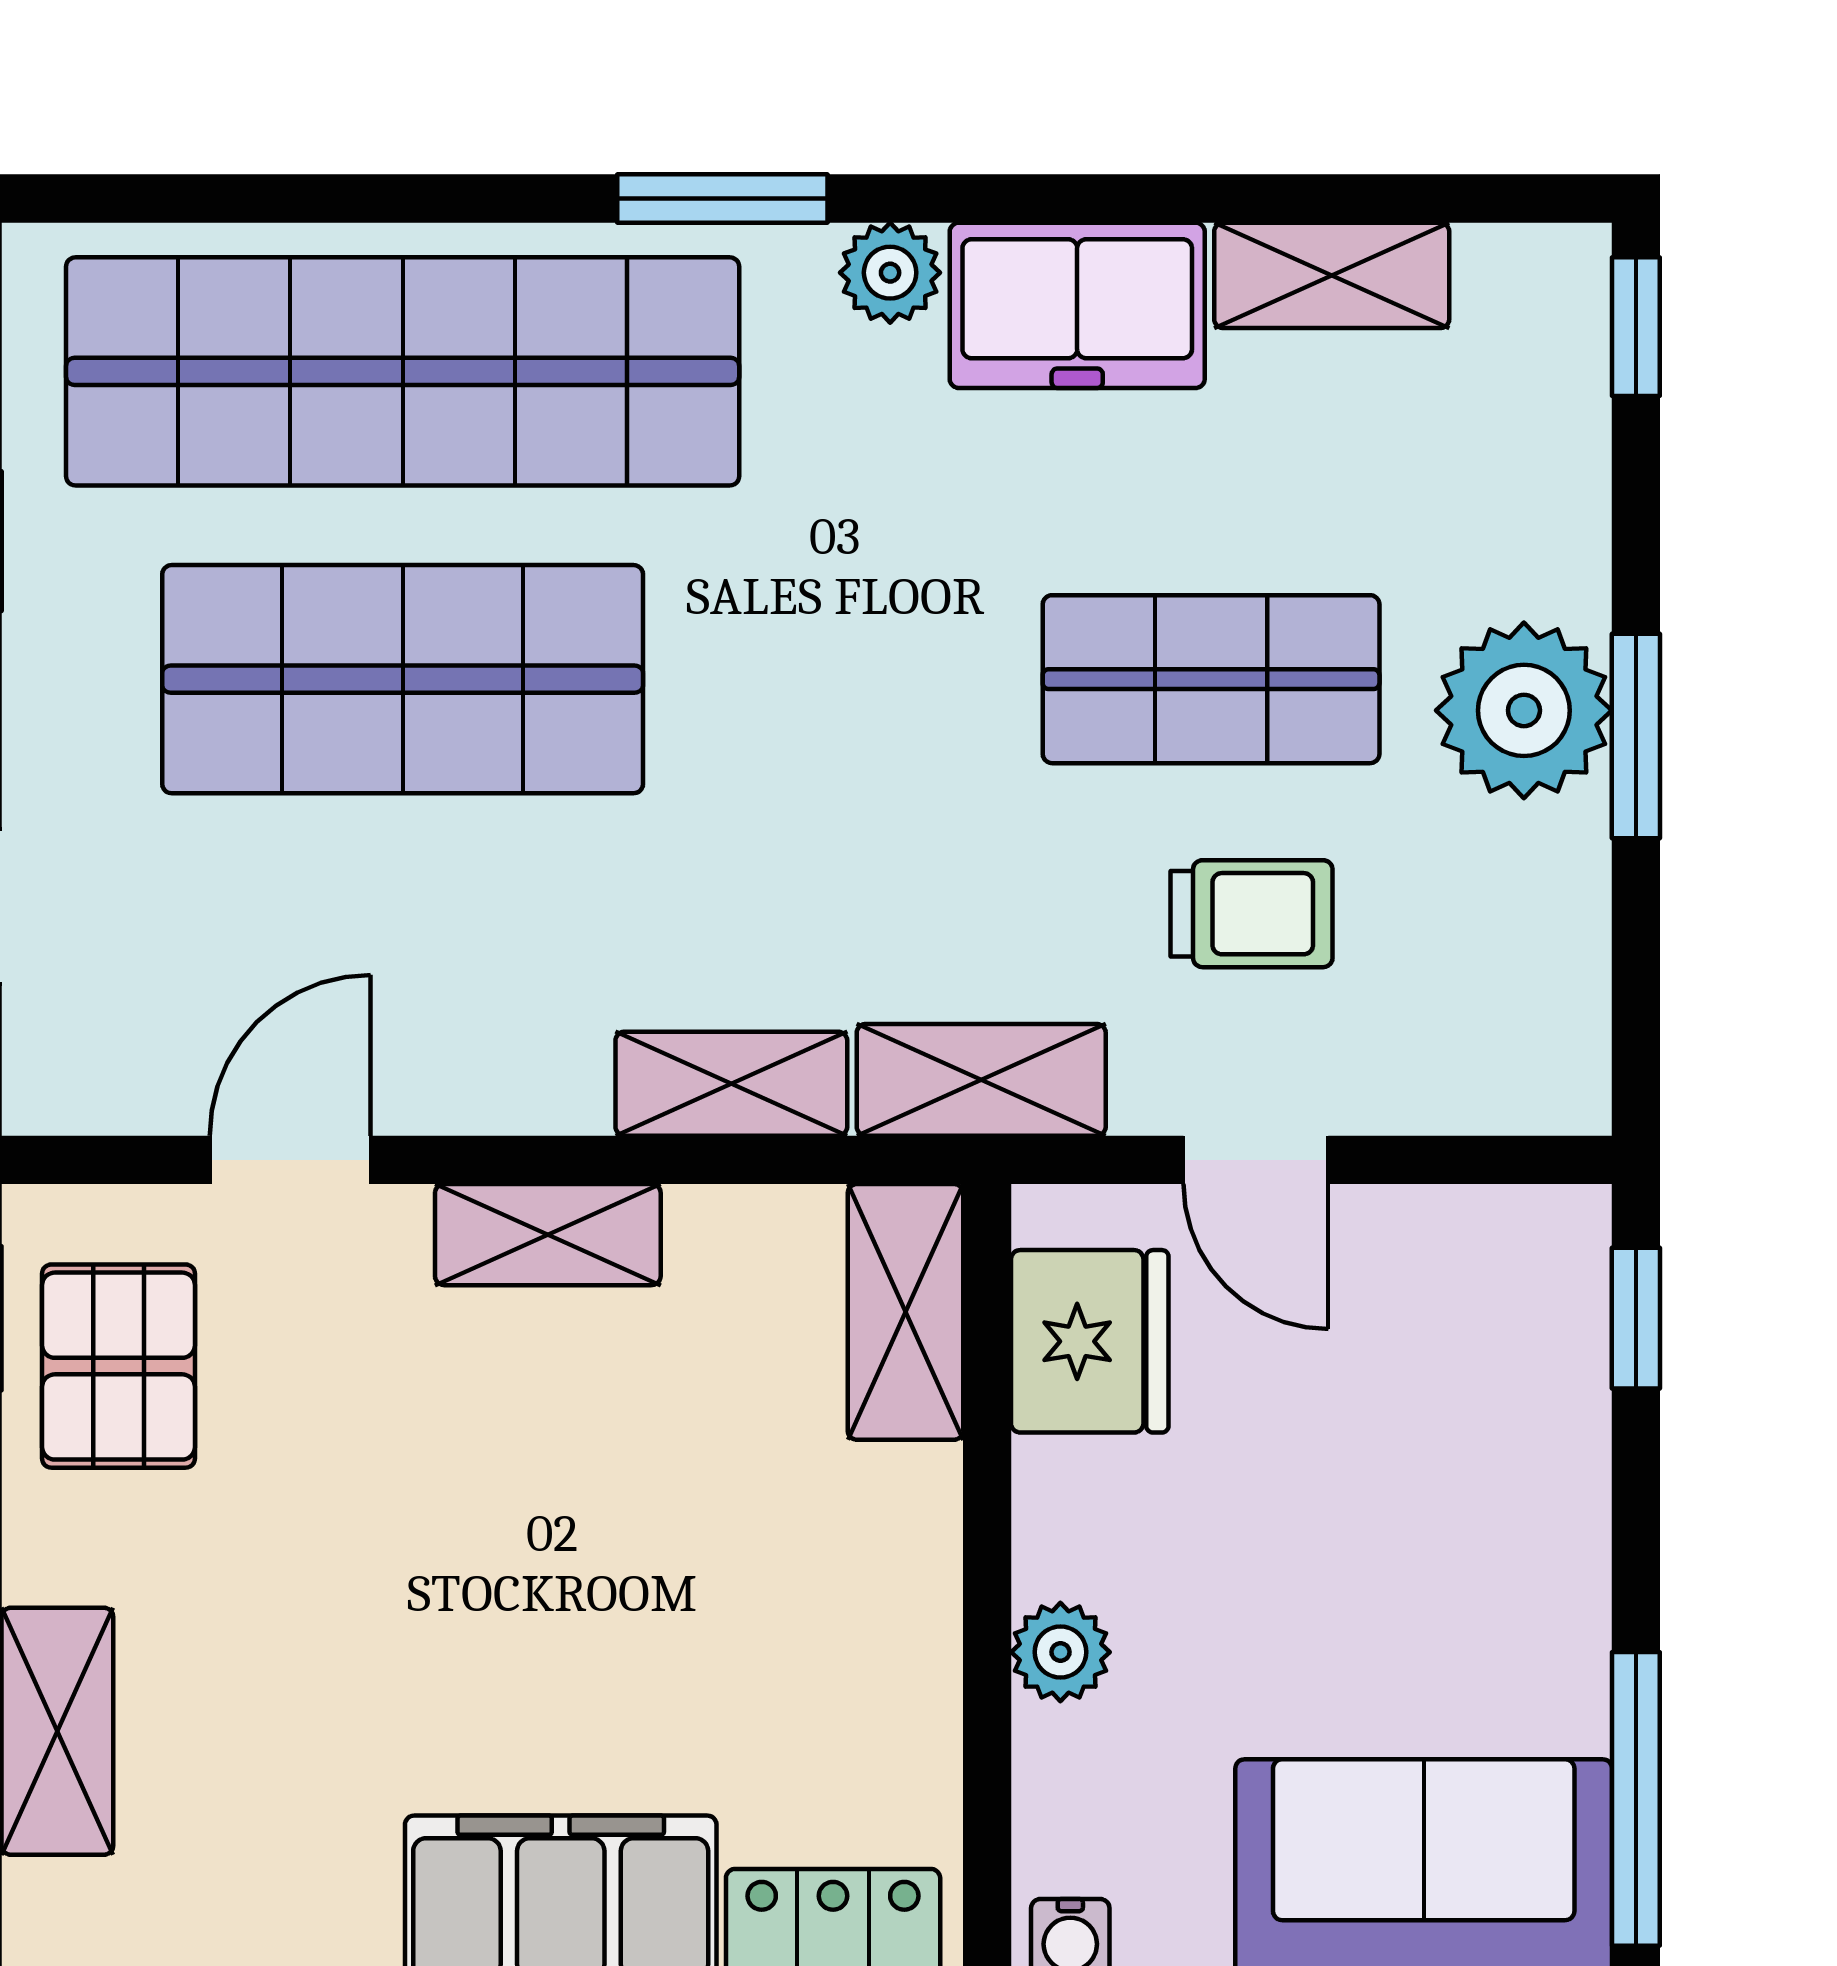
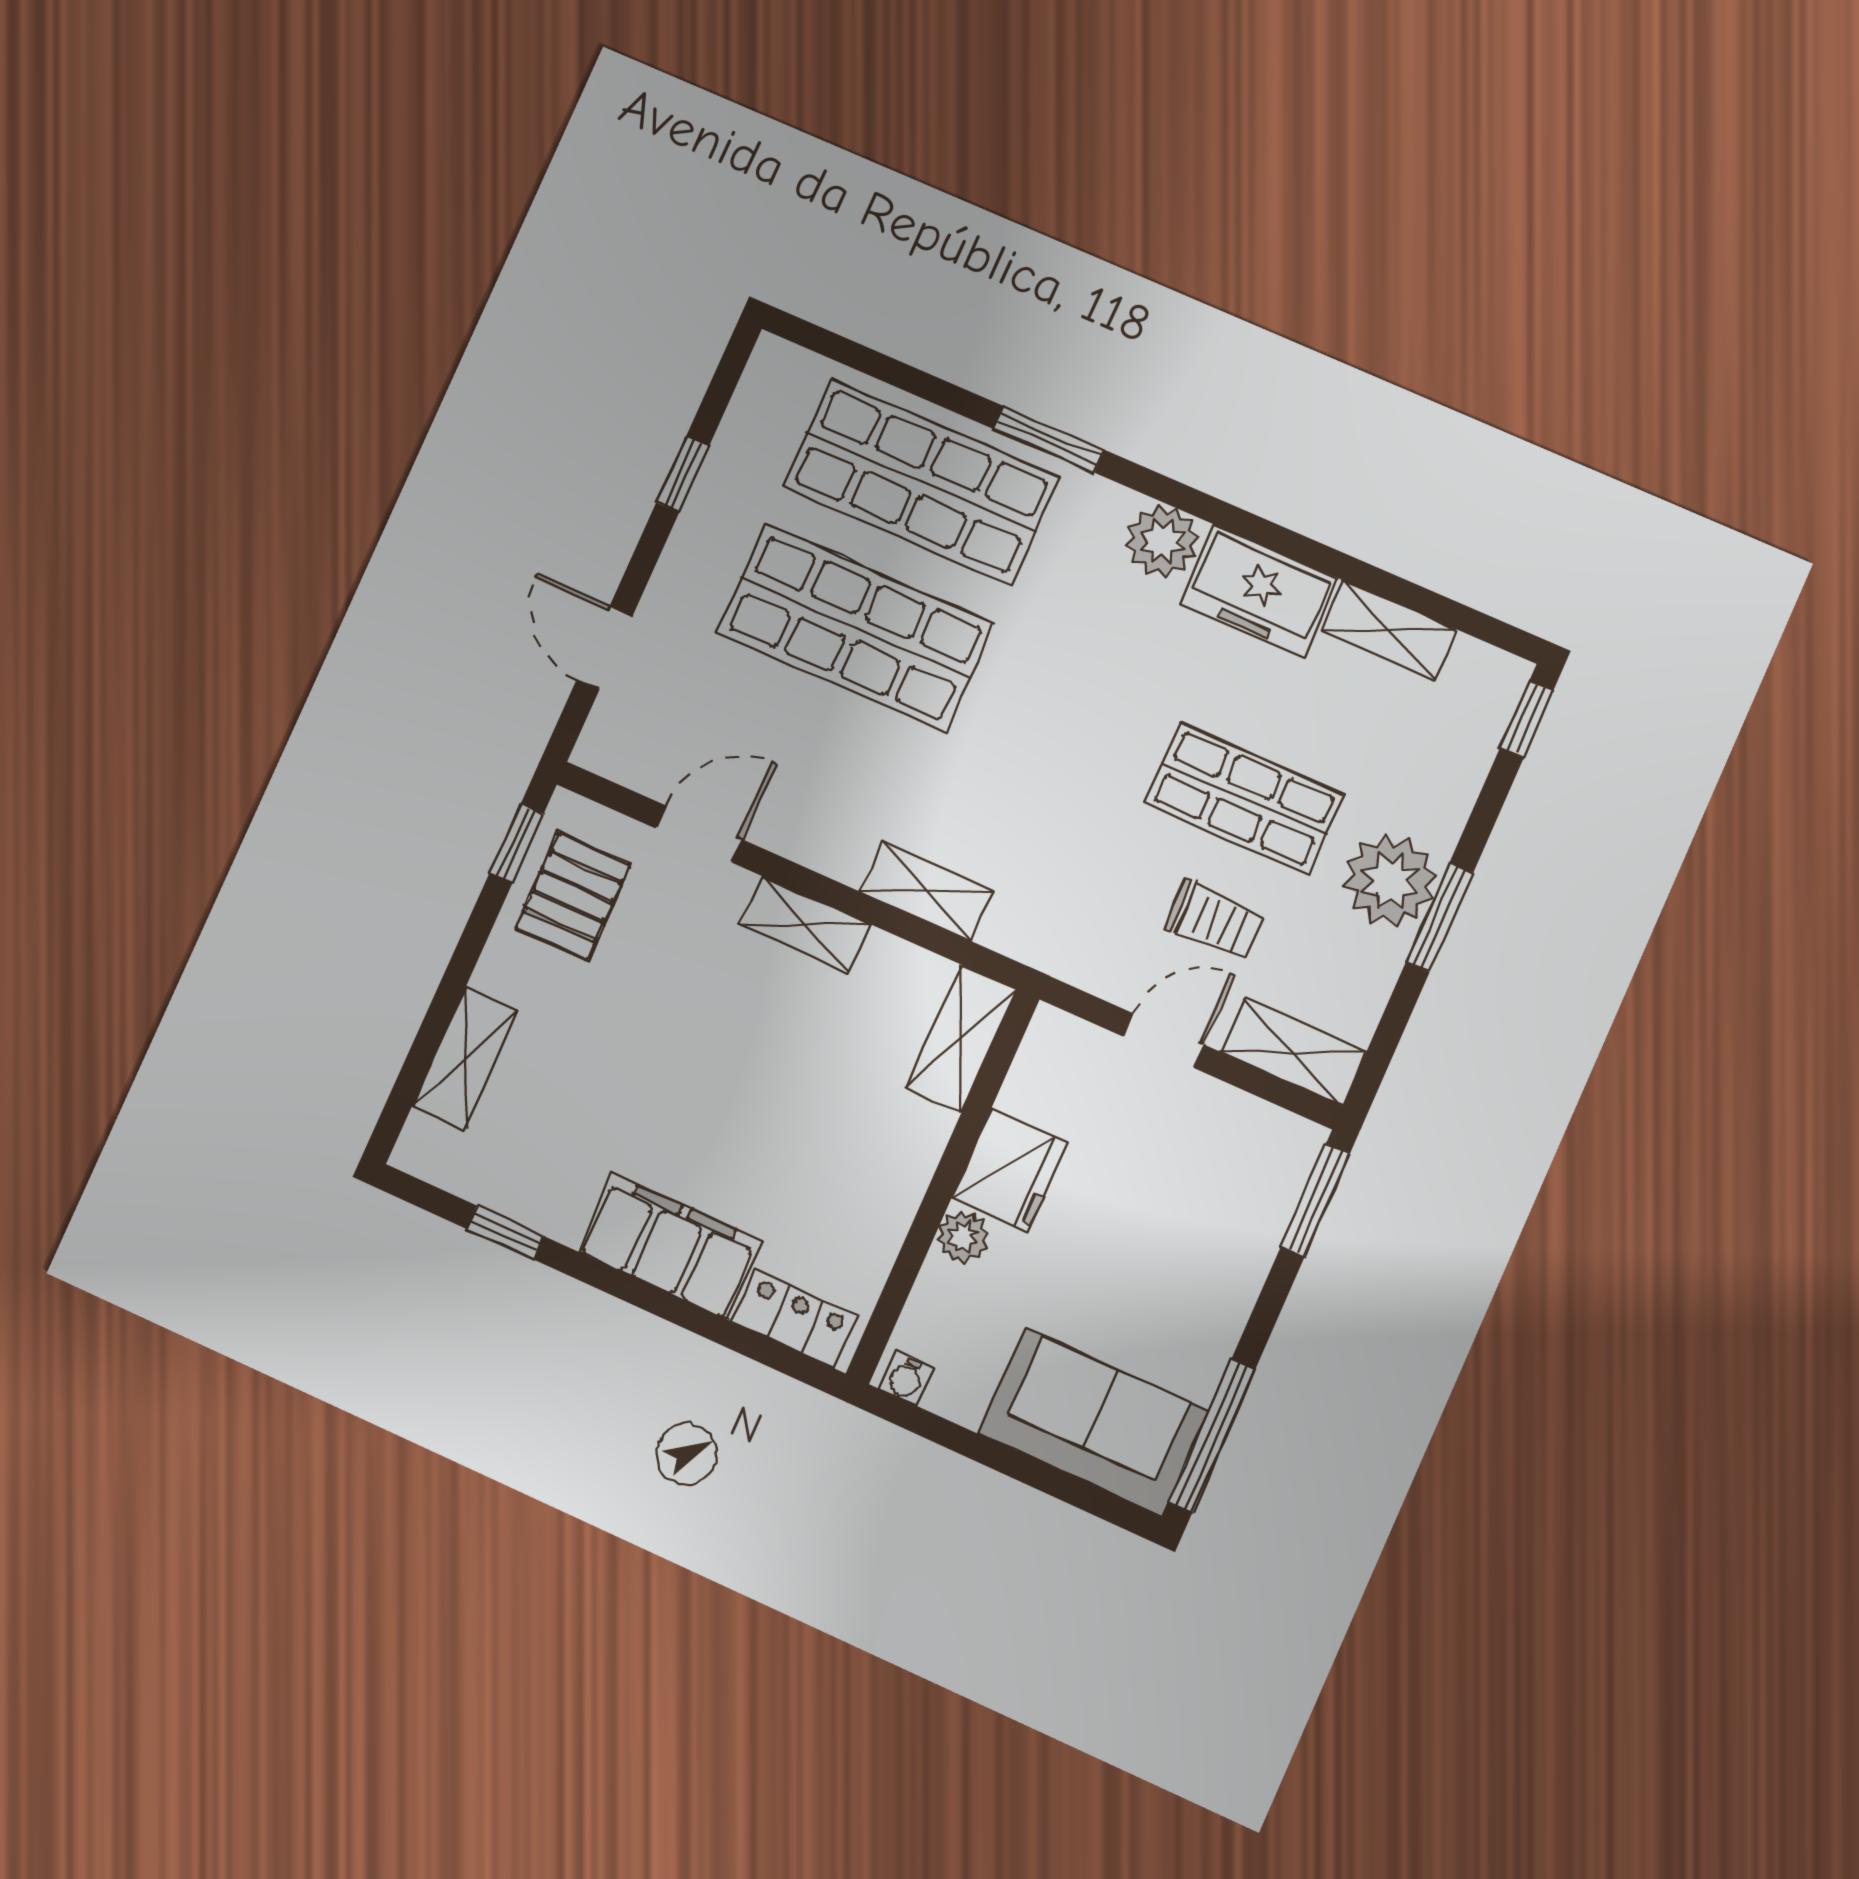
window: (722, 198) -> (1049, 439), moved
plant: (890, 273) -> (1162, 541), width x1.38, depth x1.38
shop shelf: (403, 371) -> (921, 482), width x0.71
shelving: (981, 1080) -> (1294, 1052), moved
door: (1256, 1160) -> (1164, 1041), swing flipped
window: (1636, 1318) -> (1315, 1200), width x1.50
fridge: (1090, 1341) -> (1010, 1170), moved

